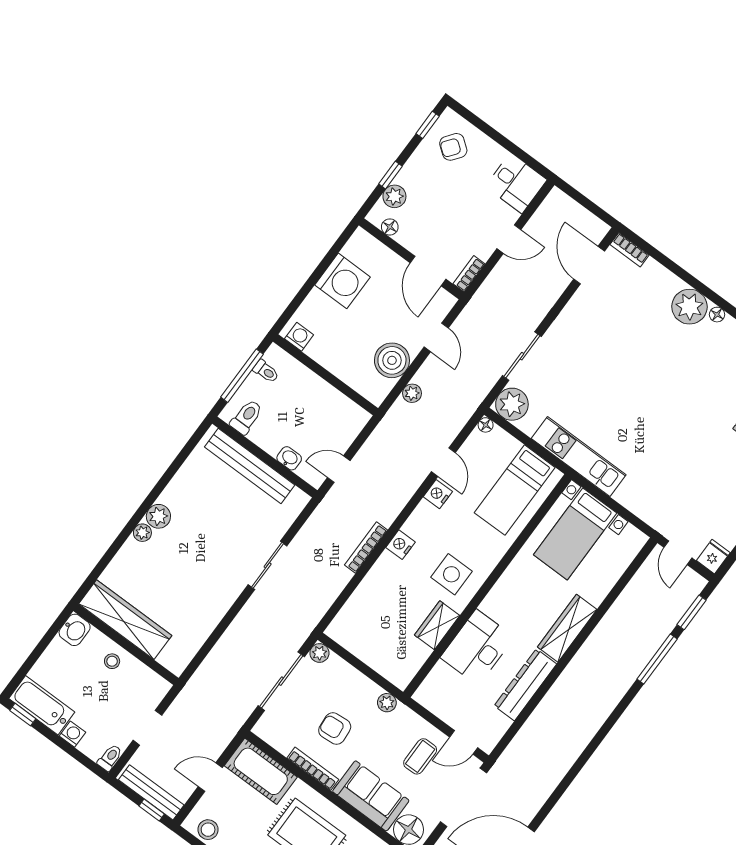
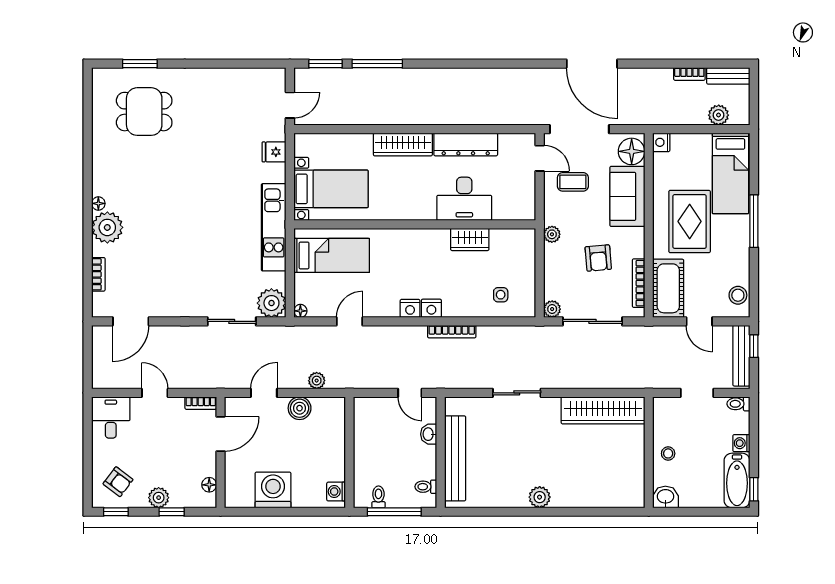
plant: (394, 196) -> (159, 498), moved
bookcase: (629, 250) -> (98, 274), moved
boiler: (392, 360) -> (300, 408), width x0.73, depth x0.73
toilet: (246, 417) -> (426, 487), width x0.73, depth x0.72
nightstand: (438, 494) -> (410, 308), moved
plant: (142, 533) -> (560, 500), removed
fridge: (713, 557) -> (274, 152), moved
side table: (451, 574) -> (501, 295), moved, width x0.54, depth x0.54
wardrobe: (125, 620) -> (603, 410), moved, turned -90
bookcase: (313, 769) -> (639, 283), moved

